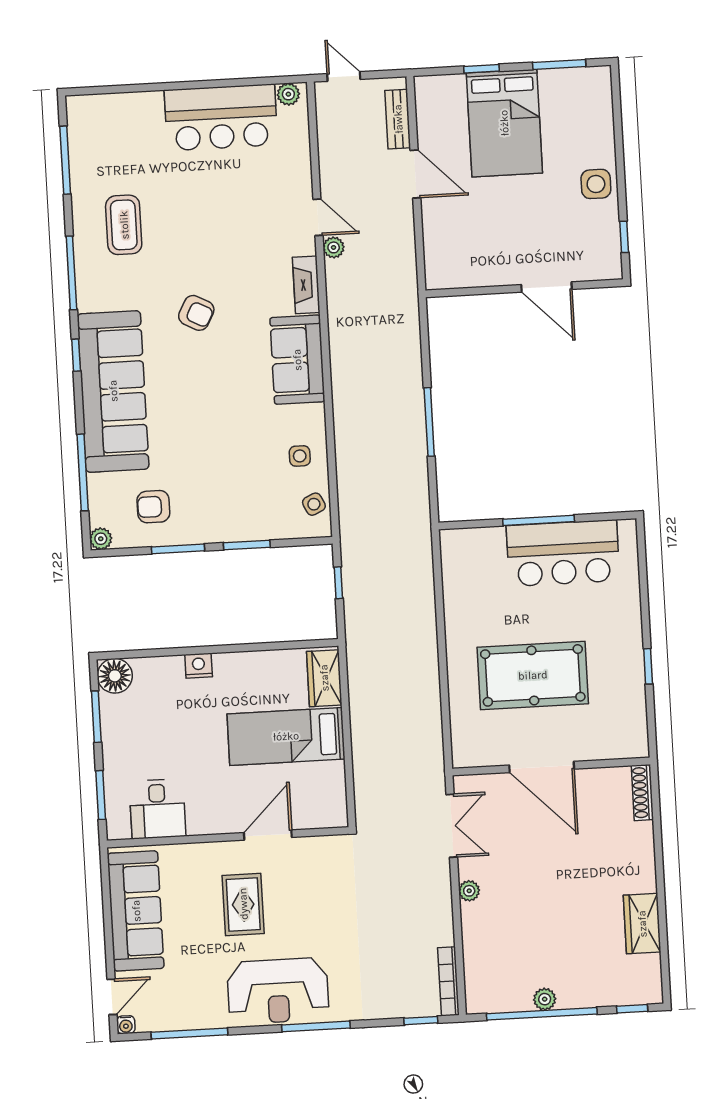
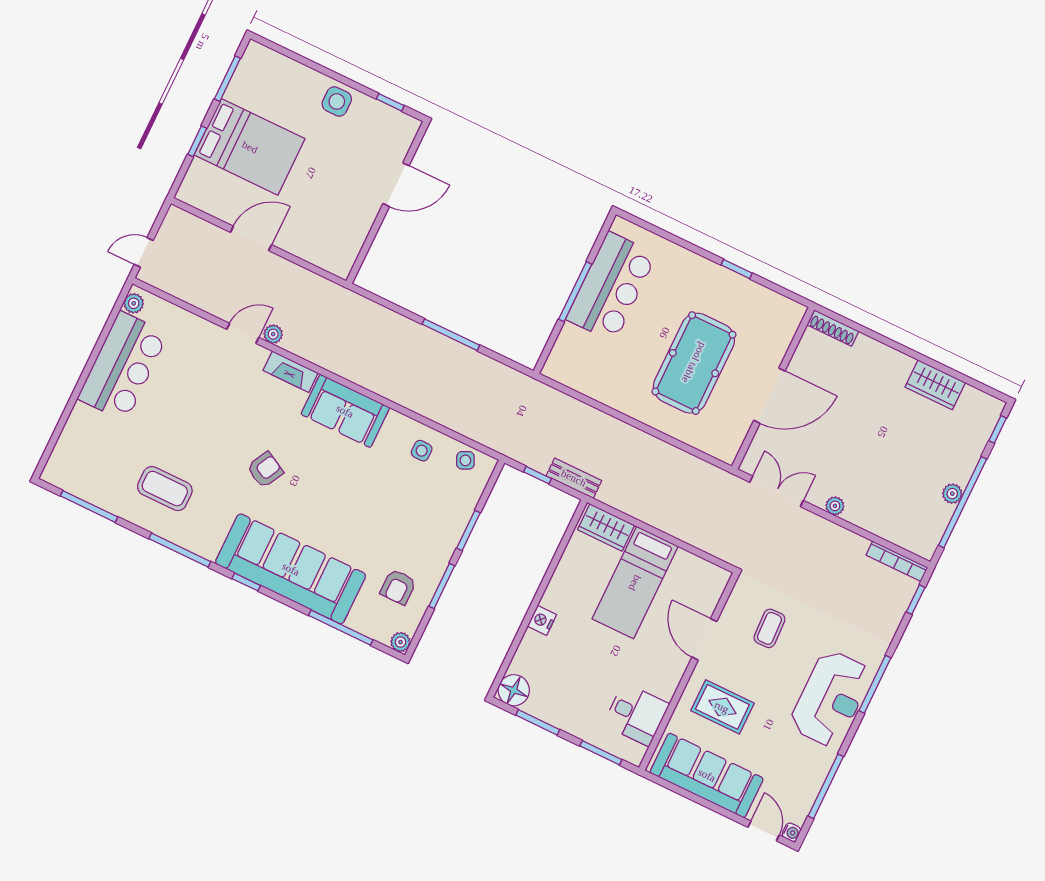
bench: (398, 119) -> (574, 478), moved
coffee table: (314, 893) -> (769, 628), added
rug: (243, 904) -> (722, 707), moved

